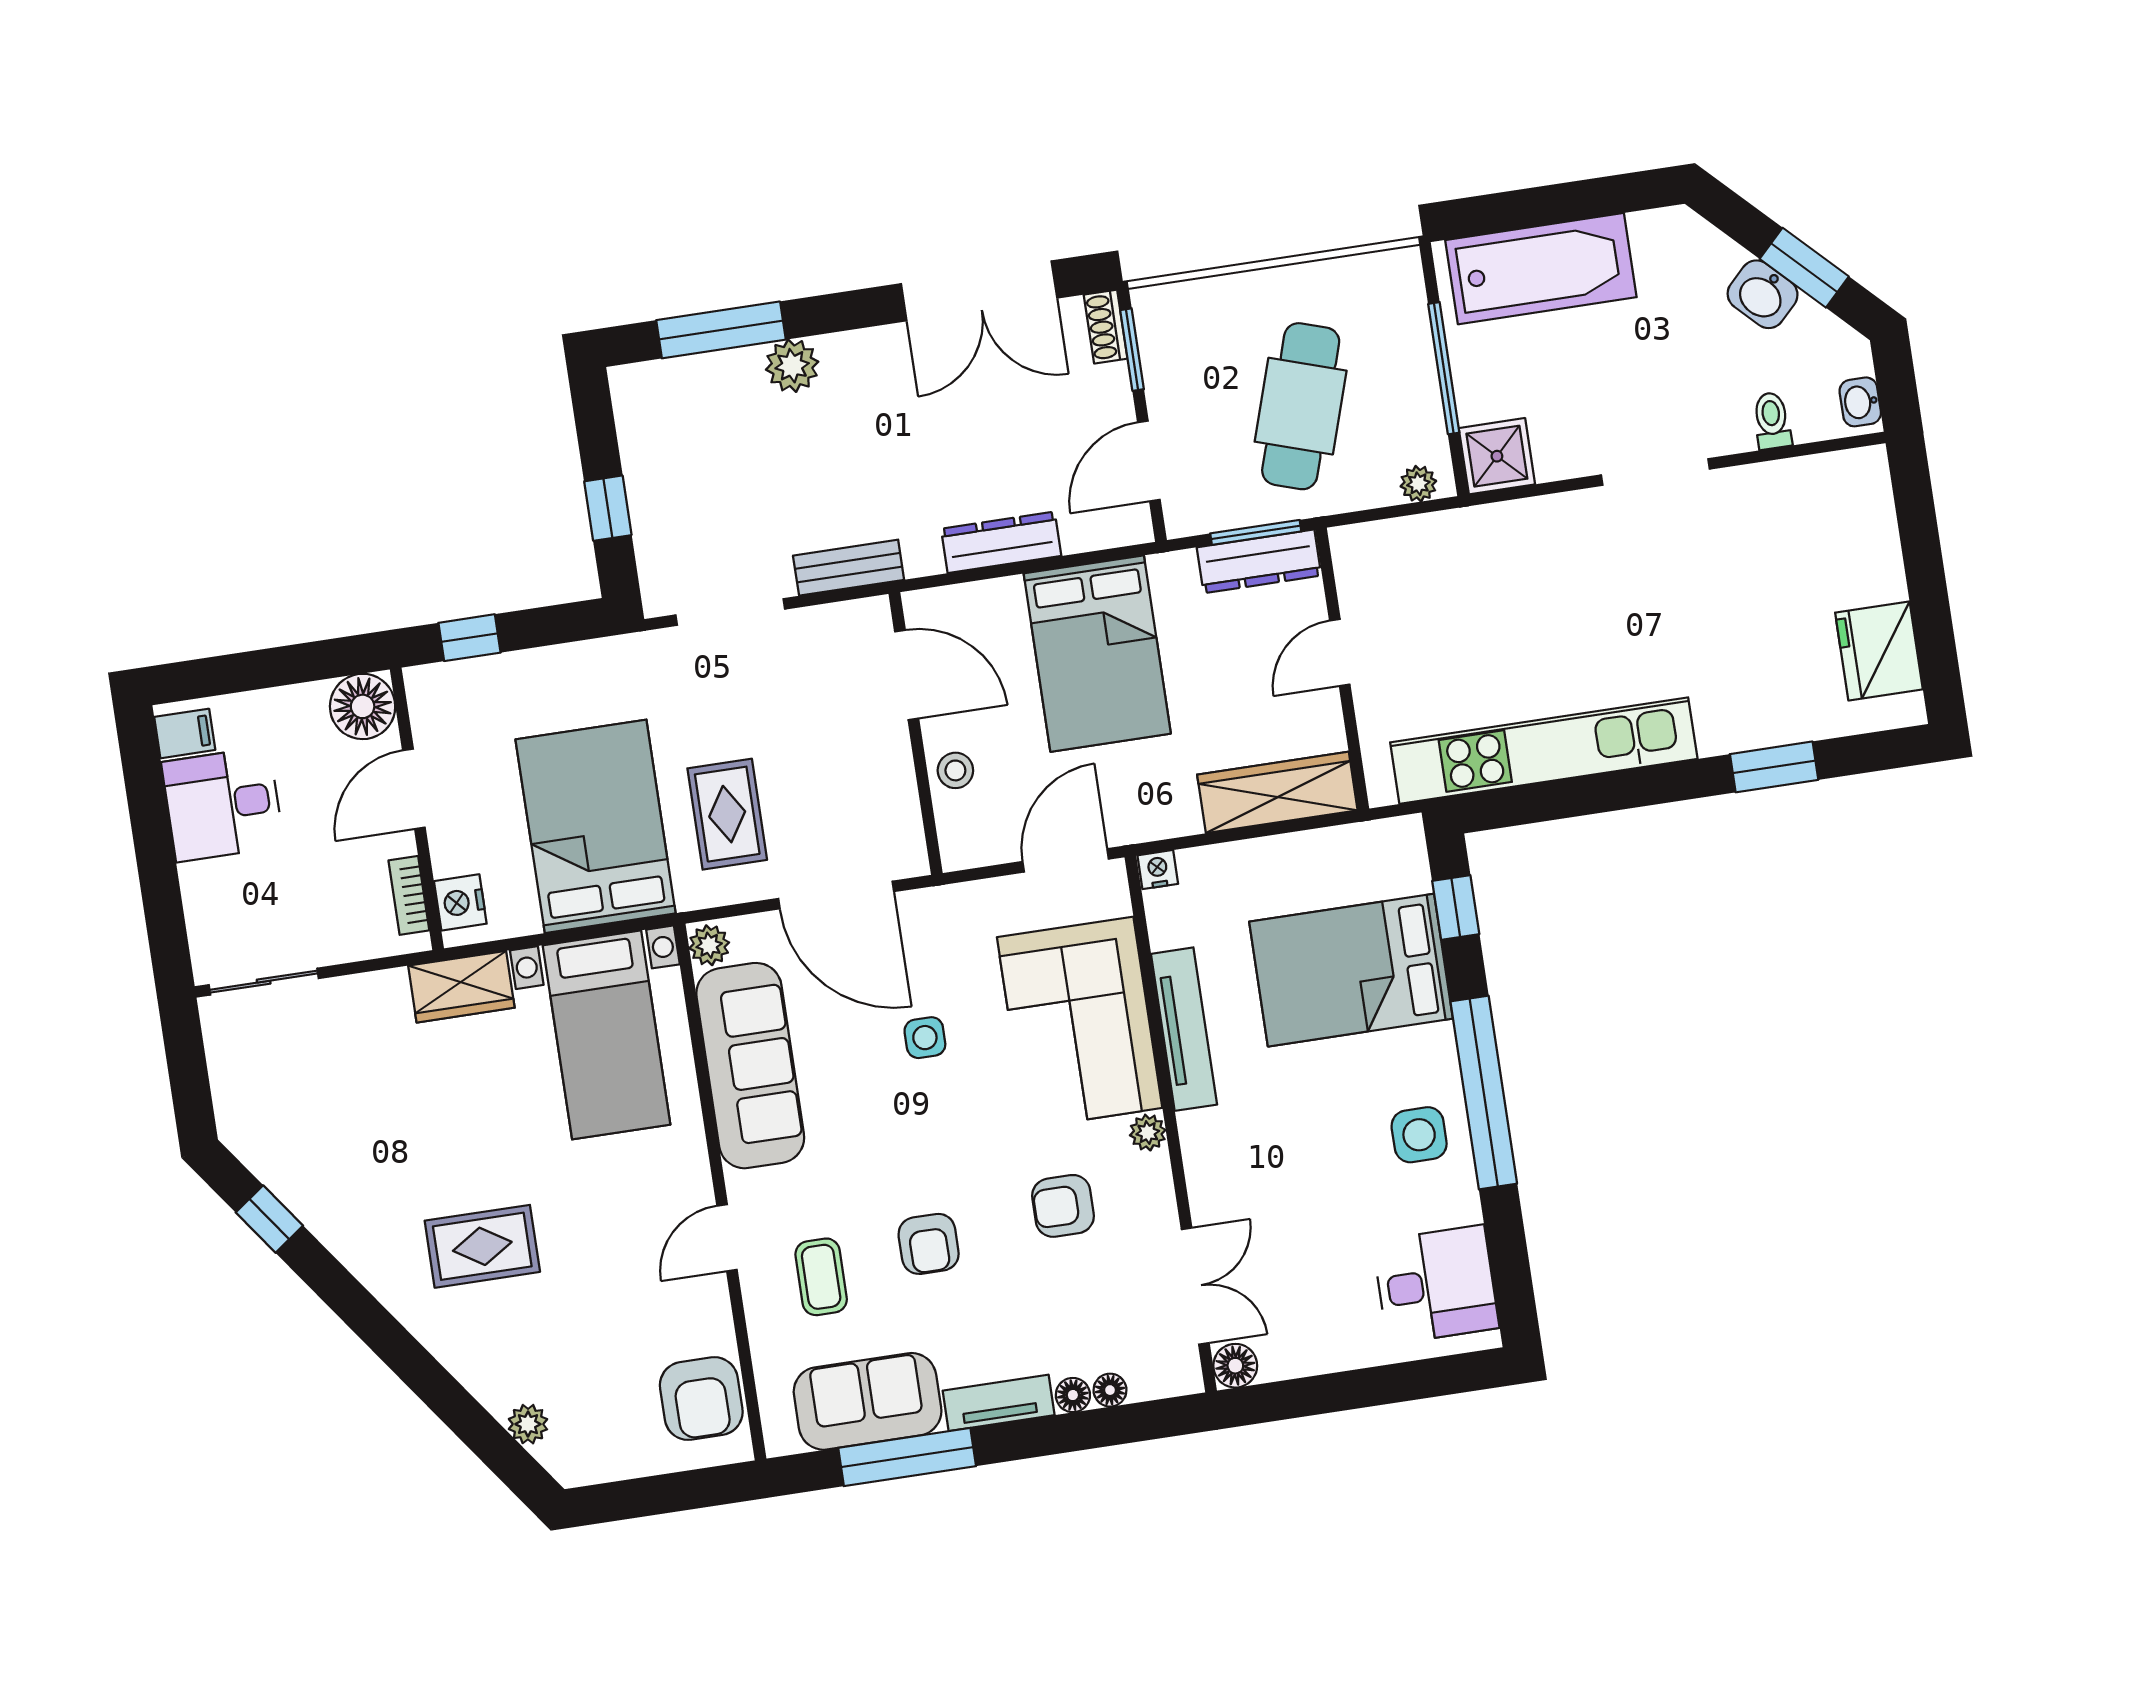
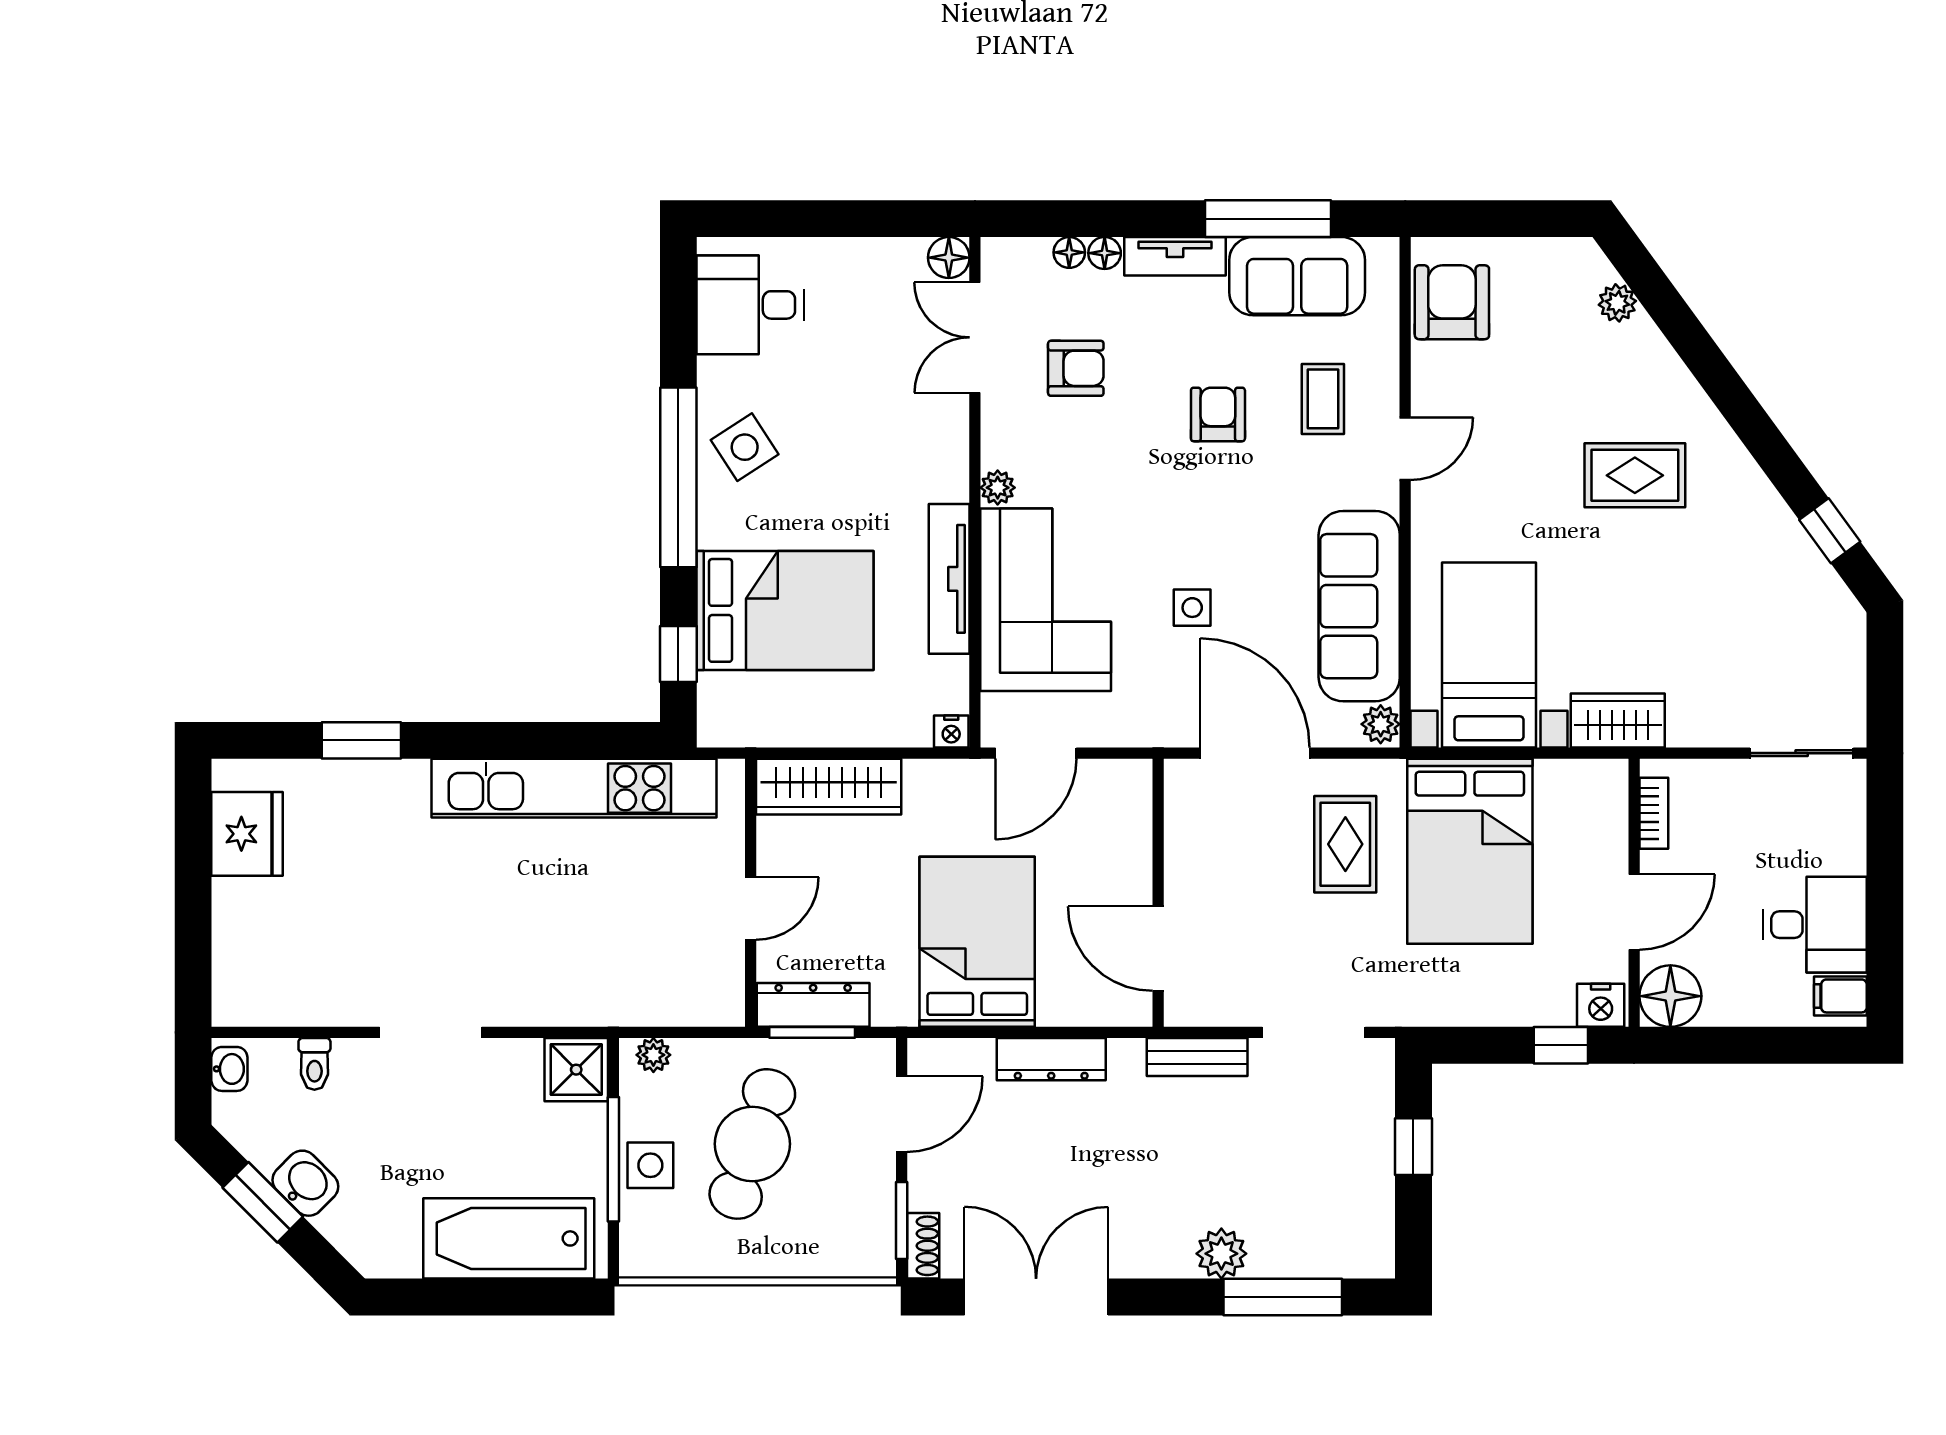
side table: (1404, 368) -> (650, 1165), added
stool: (955, 770) -> (1126, 853), removed
nightstand: (460, 902) -> (1601, 1005), moved, turned 90
side table: (1419, 1135) -> (745, 447), turned -33
armchair: (1063, 1206) -> (1076, 368), moved

